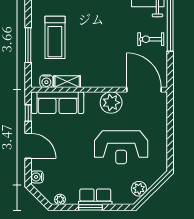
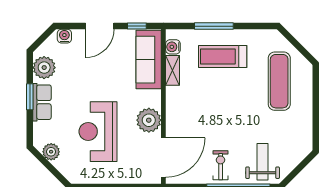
plant: (60, 199) -> (44, 68), width x1.88, depth x1.88

